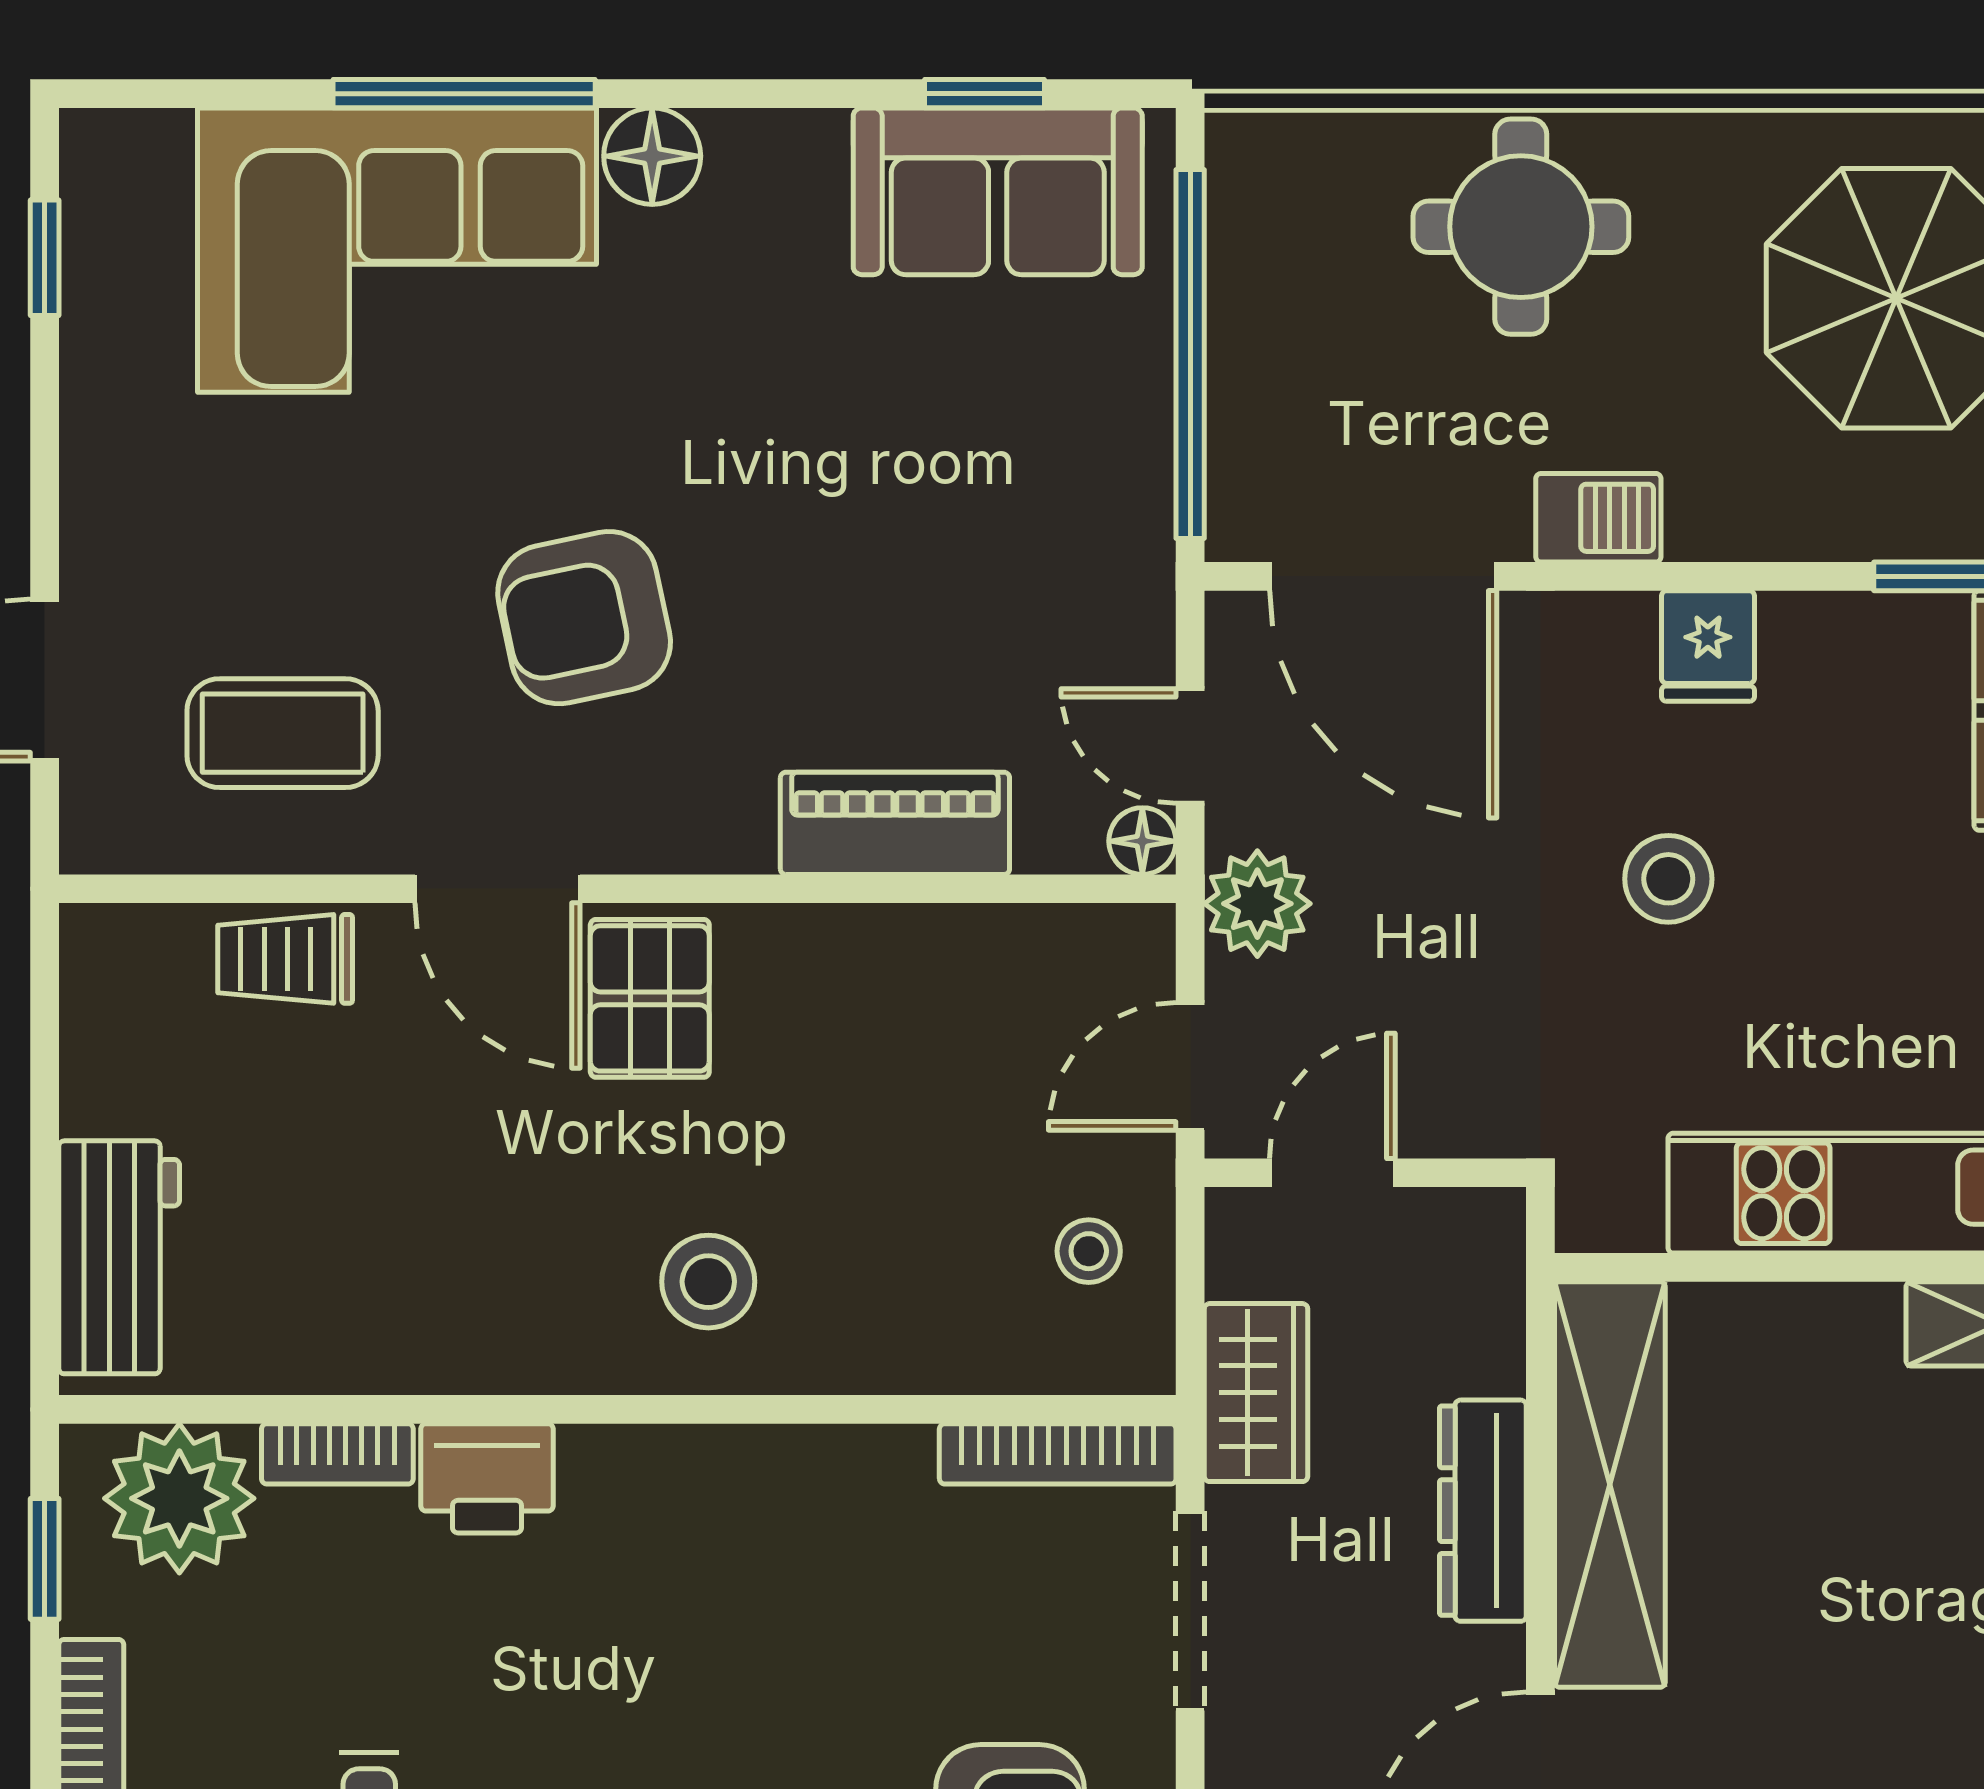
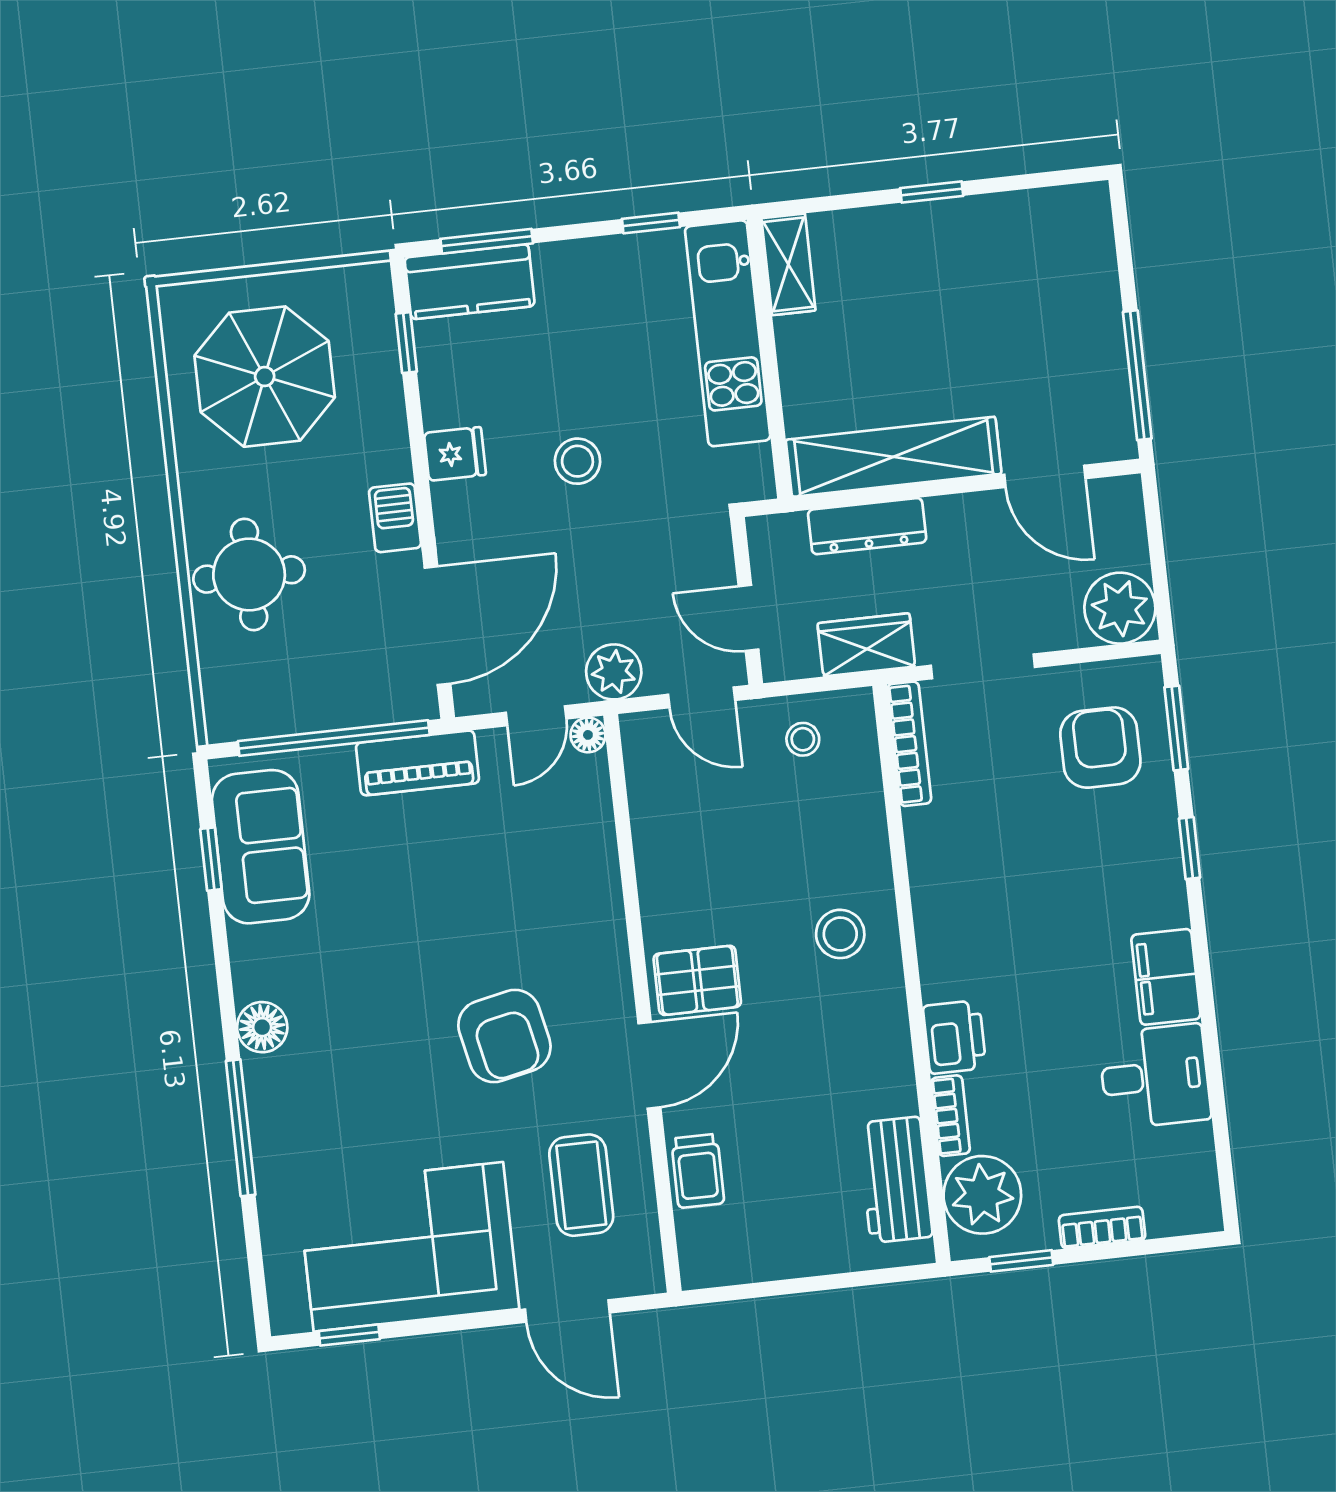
corner sofa: (397, 250) -> (408, 1247), moved, turned -90
piano: (895, 823) -> (418, 763), moved, turned -90
workbench: (119, 1257) -> (895, 1180), moved, turned -90
dresser: (1483, 1511) -> (867, 526), moved

